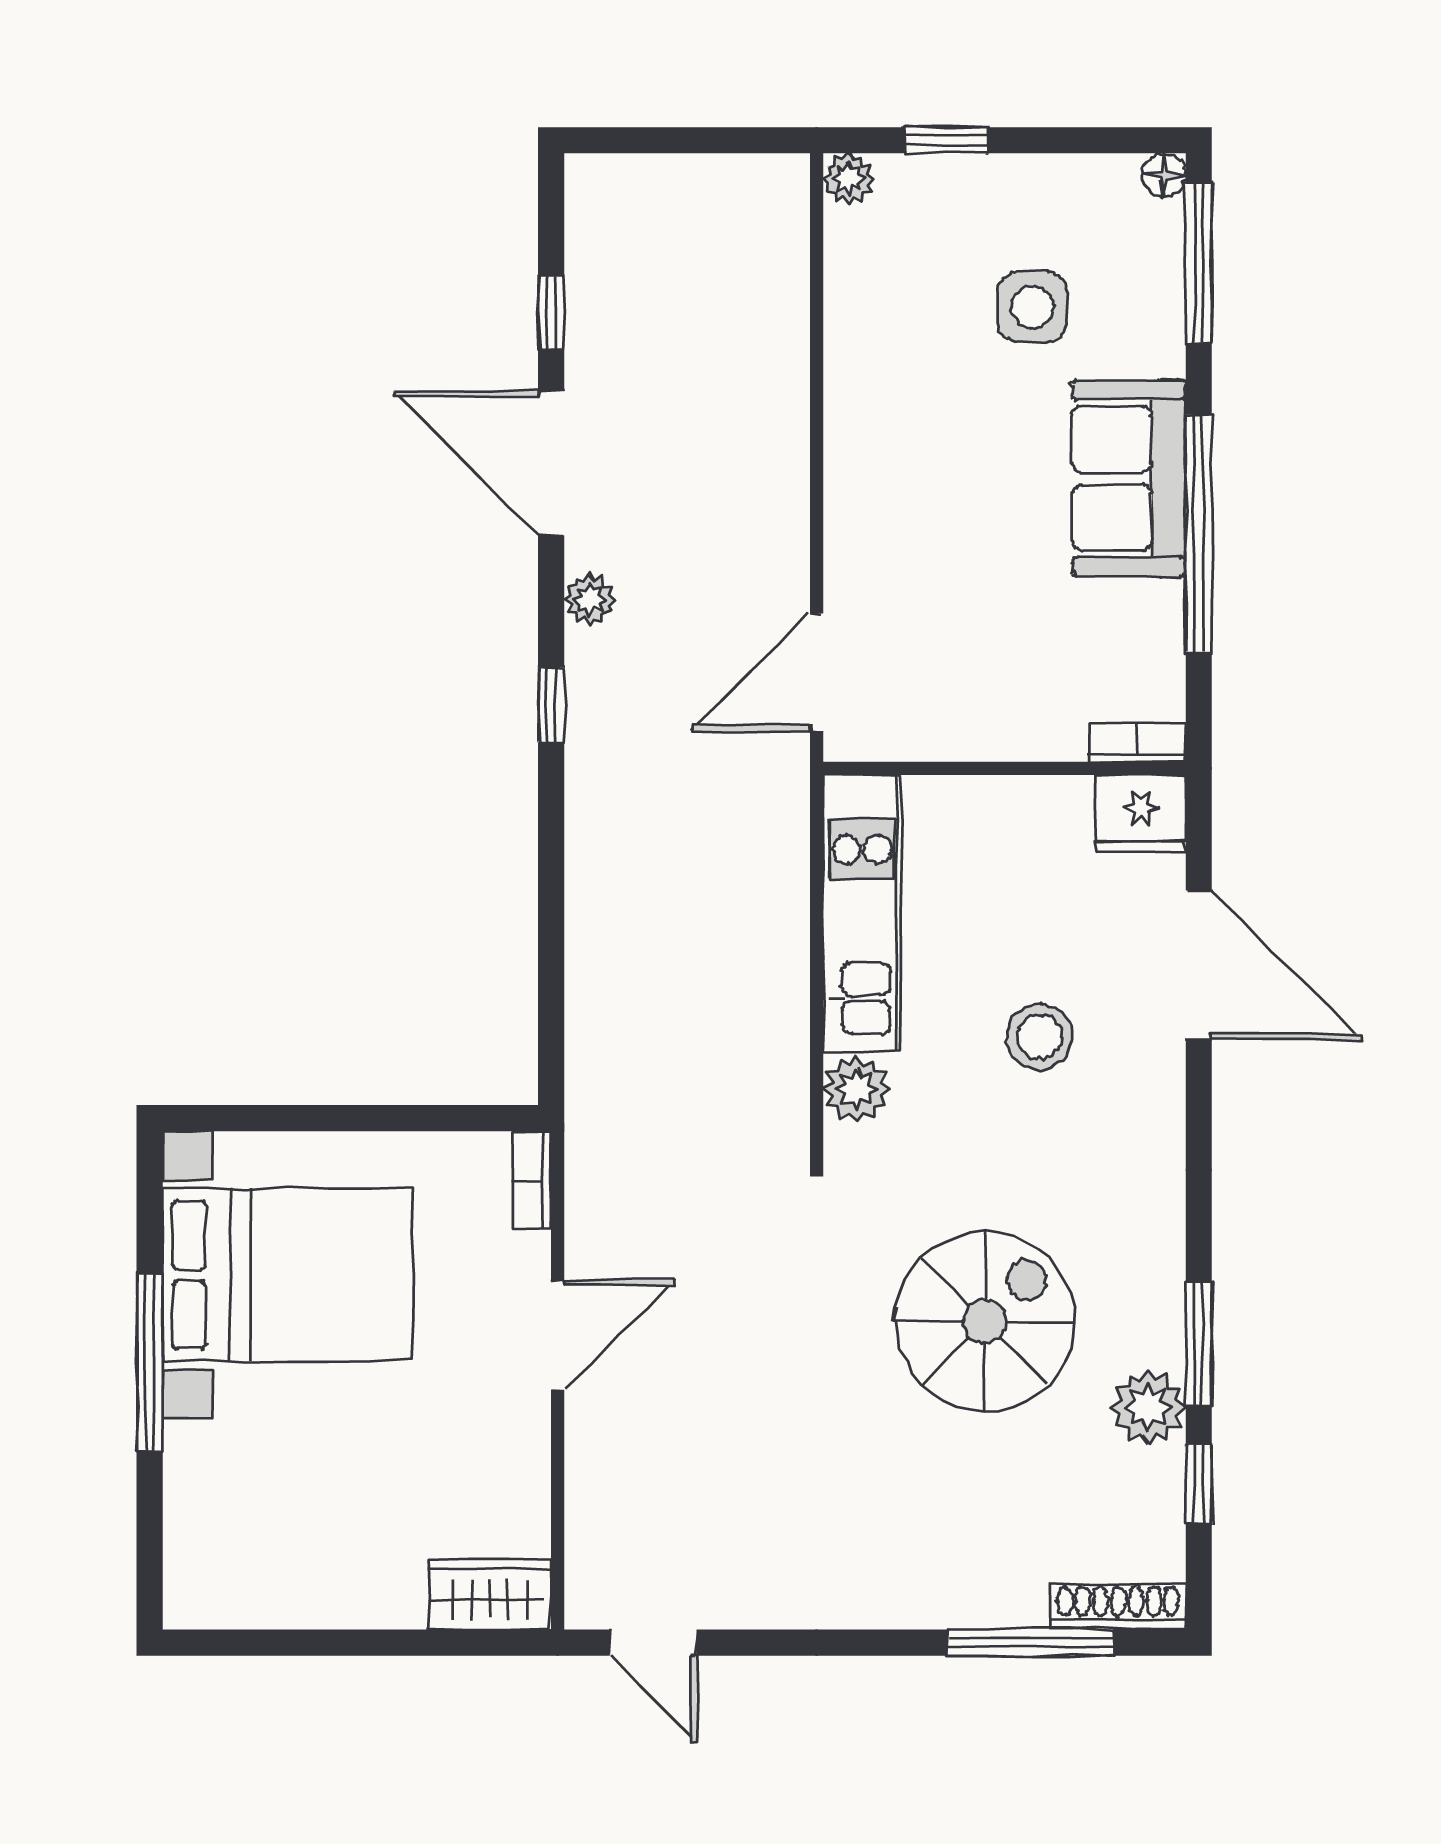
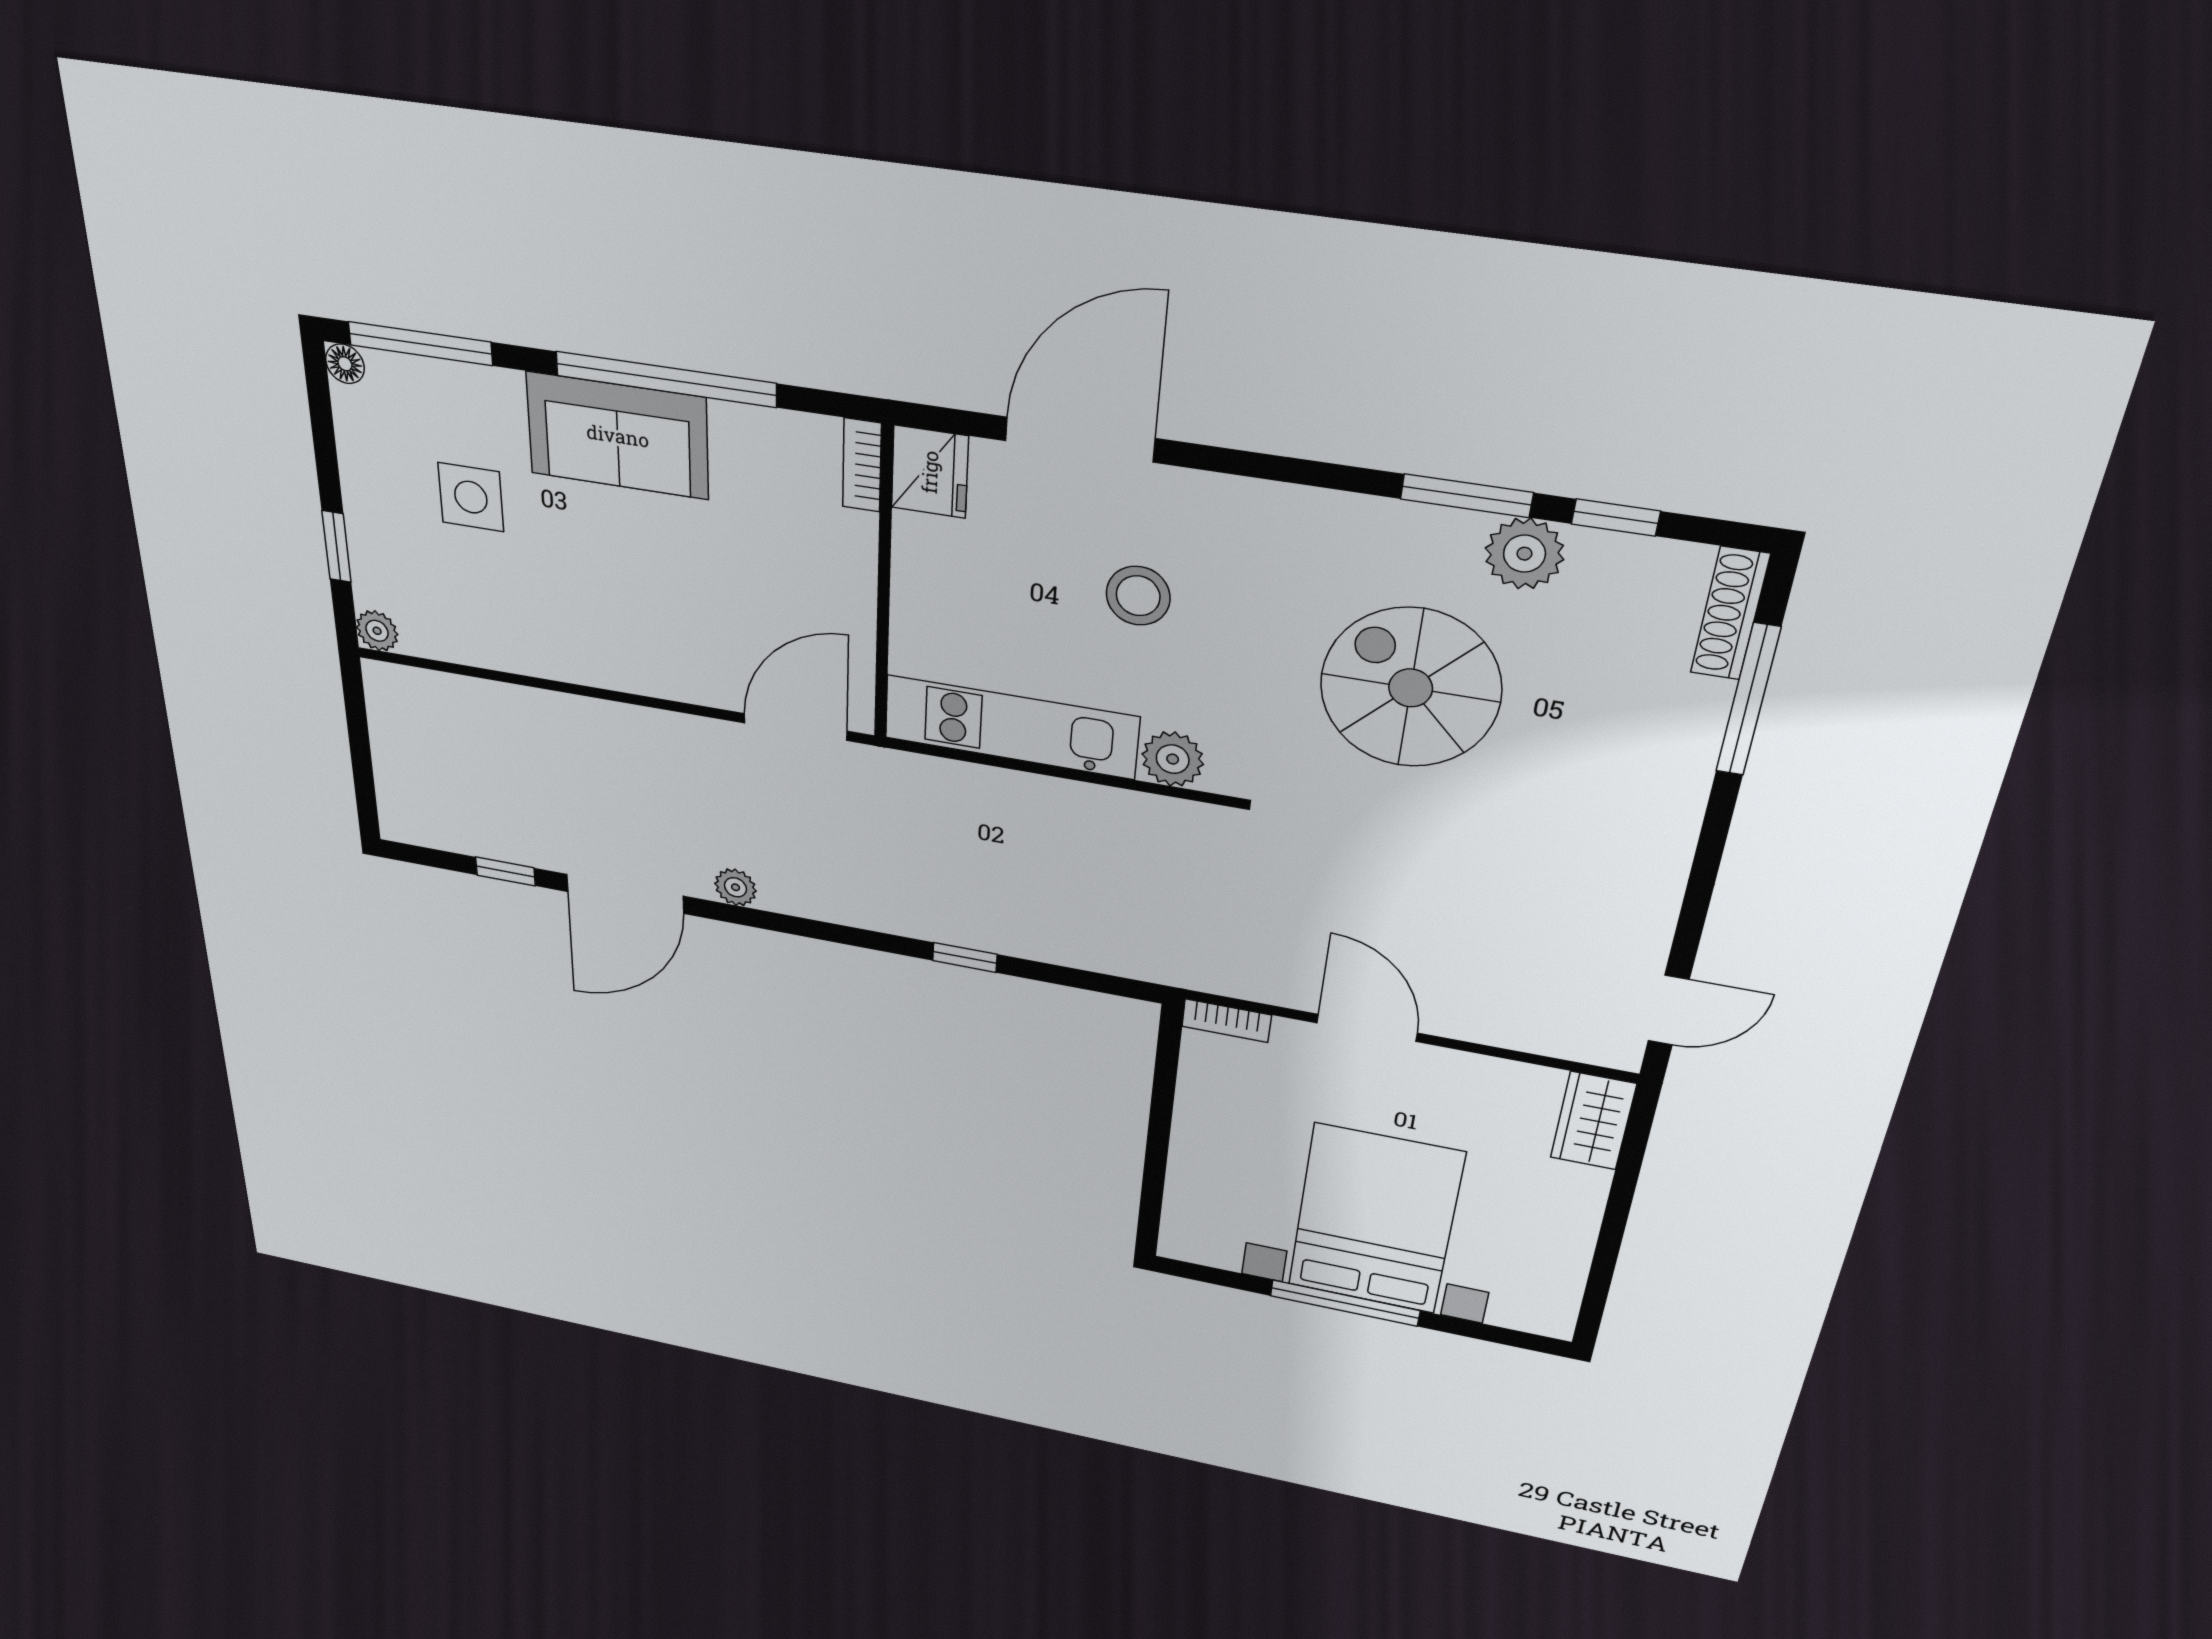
door: (817, 672) -> (796, 727), swing flipped
window: (551, 705) -> (965, 957), moved
bed with nightstands: (288, 1275) -> (1375, 1220), moved

